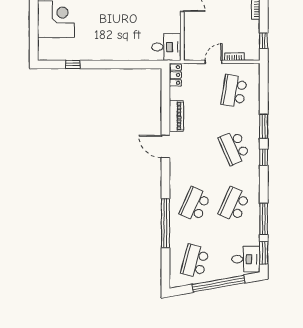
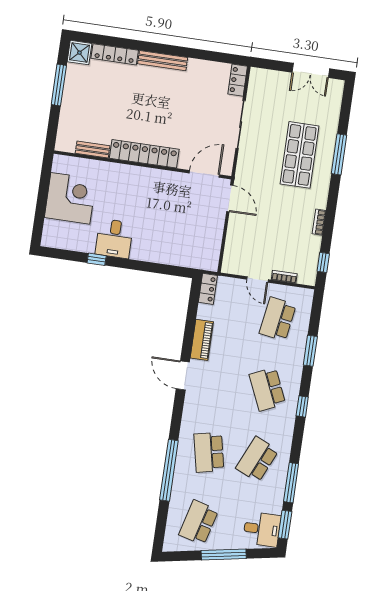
desk: (166, 47) -> (114, 239), moved, turned 90
door: (214, 62) -> (257, 280), swing flipped
window: (73, 64) -> (97, 259), moved
window: (264, 126) -> (310, 351), moved
school desk: (195, 204) -> (209, 452), turned -36
window: (219, 284) -> (224, 555), width x0.68

